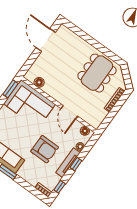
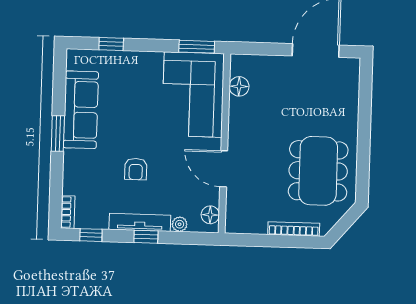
dining table: (97, 73) -> (318, 171), turned 90
door: (69, 112) -> (224, 169), hinge flipped
armchair: (45, 149) -> (136, 169), width x0.53, depth x0.53

